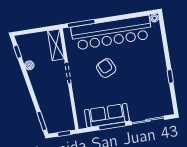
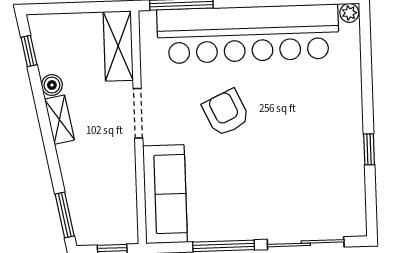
shelving: (34, 80) -> (59, 120), added
sofa: (107, 115) -> (165, 194), moved, turned 90

